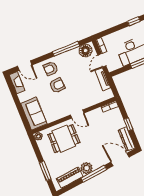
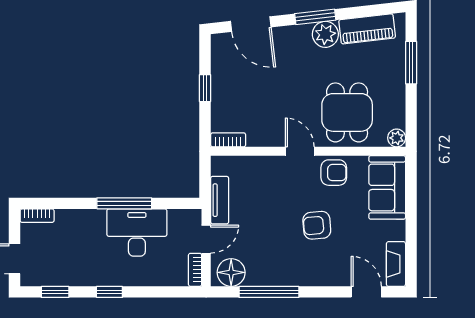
armchair: (51, 69) -> (334, 173), moved
dining table: (64, 139) -> (347, 112), turned 90
dresser: (127, 139) -> (221, 60), removed
window: (94, 174) -> (315, 17), width x0.69

